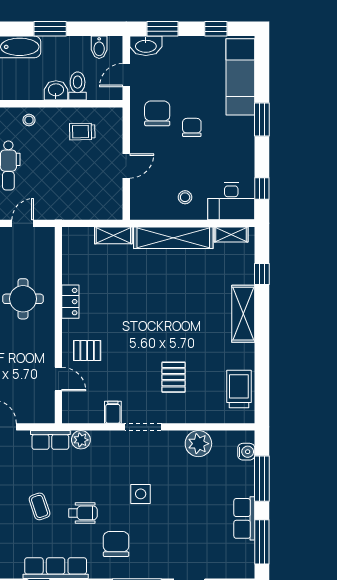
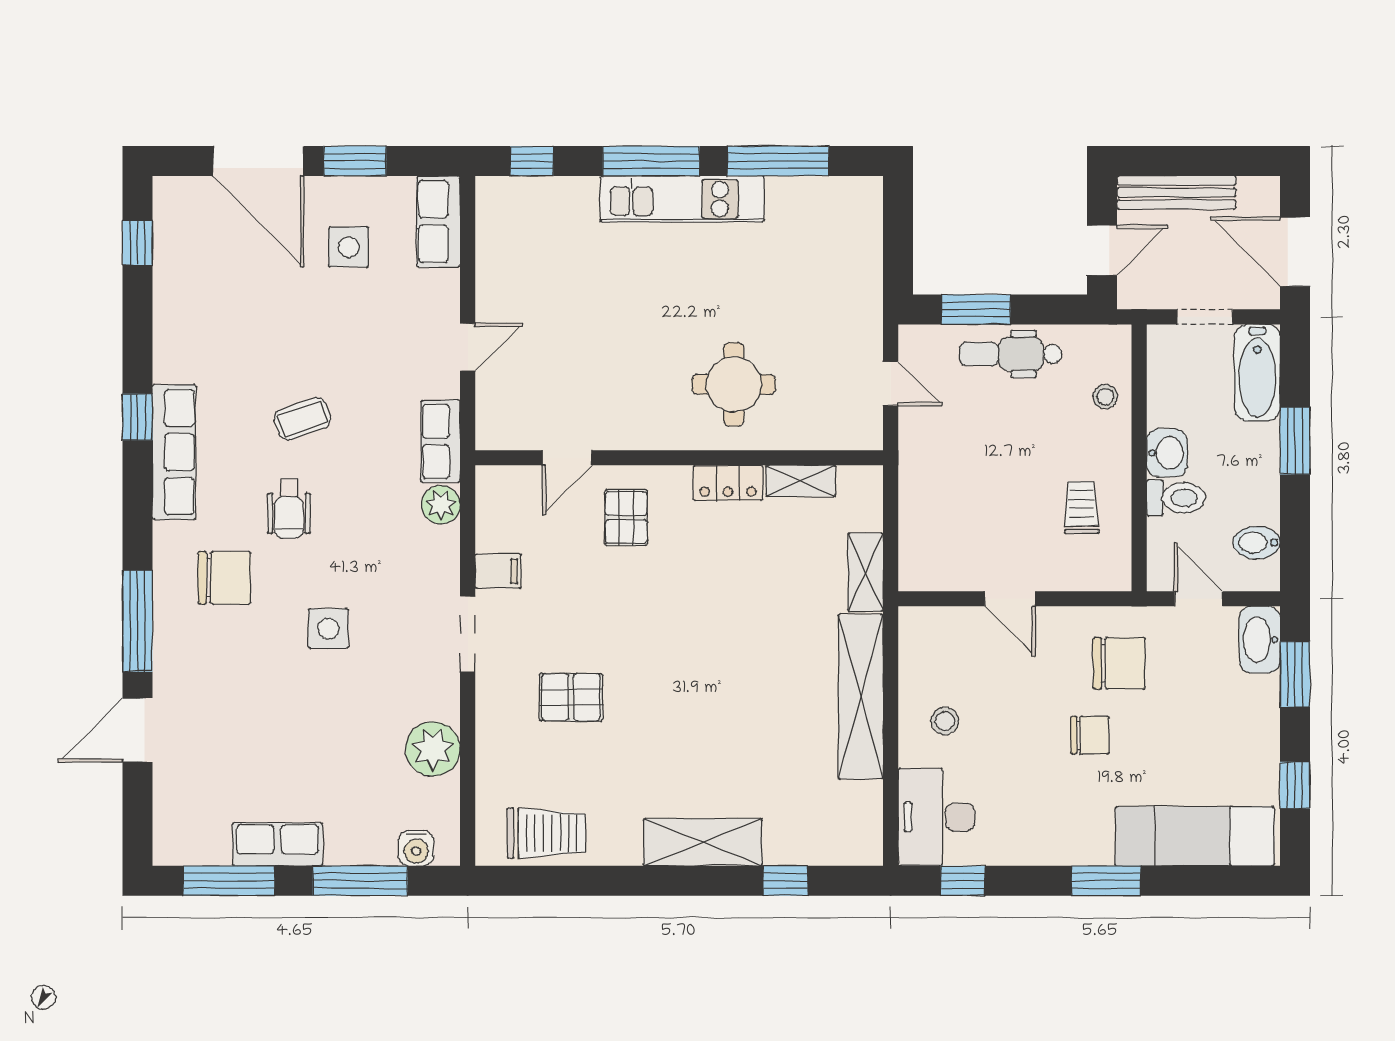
shelving: (231, 234) -> (801, 481), moved, turned 90

